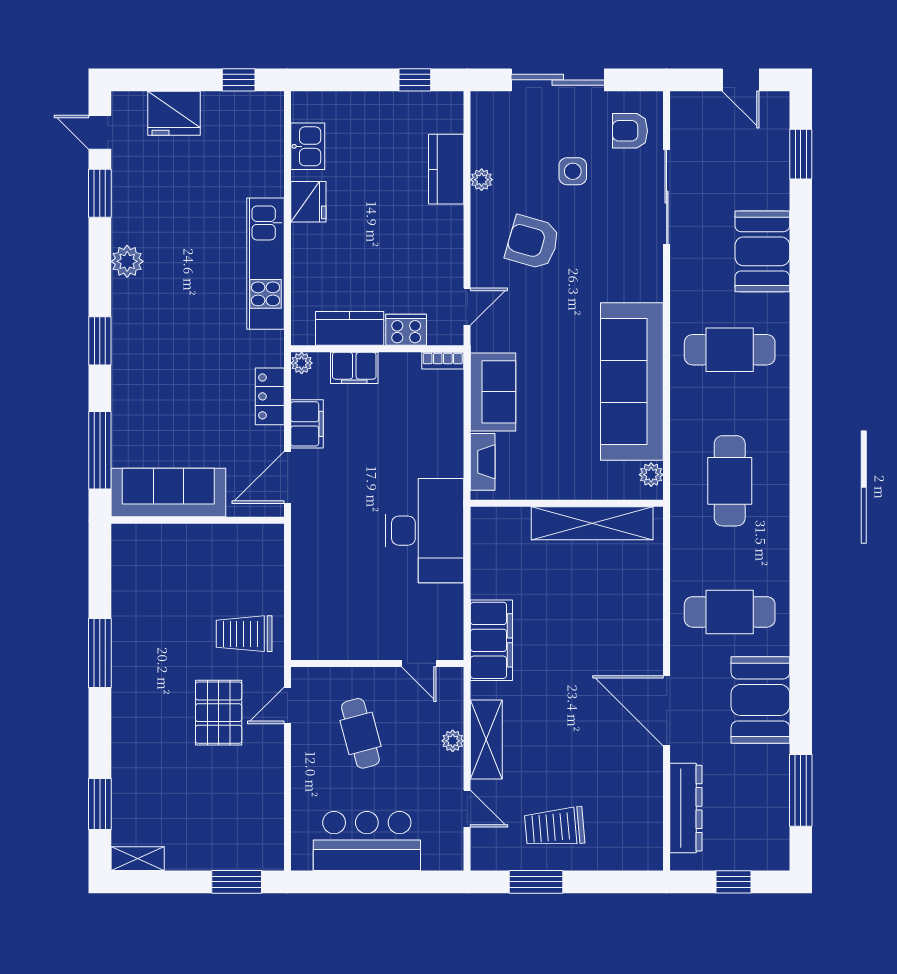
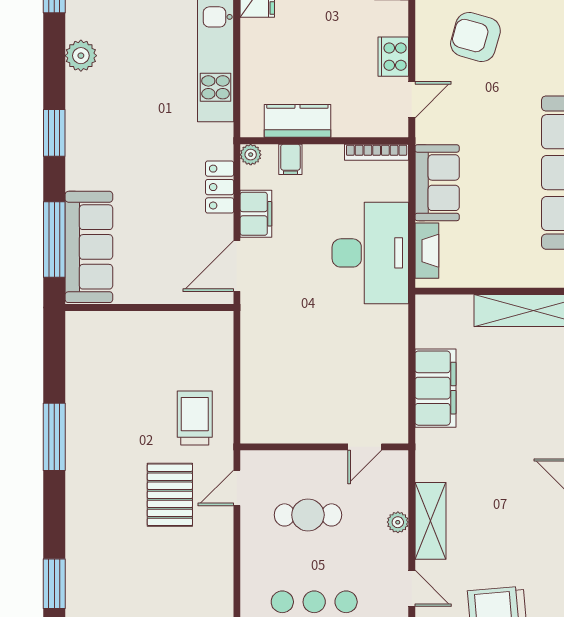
cooker: (406, 330) -> (393, 57), moved, turned -90
bookcase: (443, 361) -> (377, 152), width x1.56
filing cabinet: (354, 368) -> (290, 159), width x0.50
sofa: (168, 492) -> (89, 247), moved, turned 90
desk: (425, 531) -> (370, 253), moved
trolley: (244, 634) -> (195, 418), turned 90
filing cabinet: (491, 640) -> (435, 388), moved
door: (419, 663) -> (365, 447), hinge flipped
cafe table: (360, 733) -> (308, 515), turned -75

